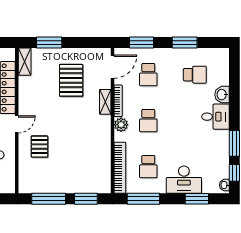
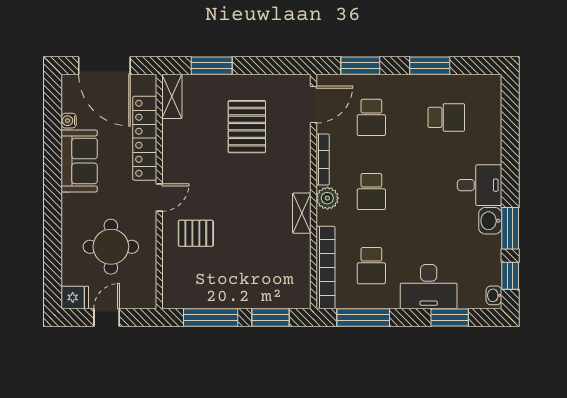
washbasin: (222, 95) -> (490, 221), moved
shelving: (105, 102) -> (302, 213), moved
pallet: (39, 147) -> (196, 233), turned 90

